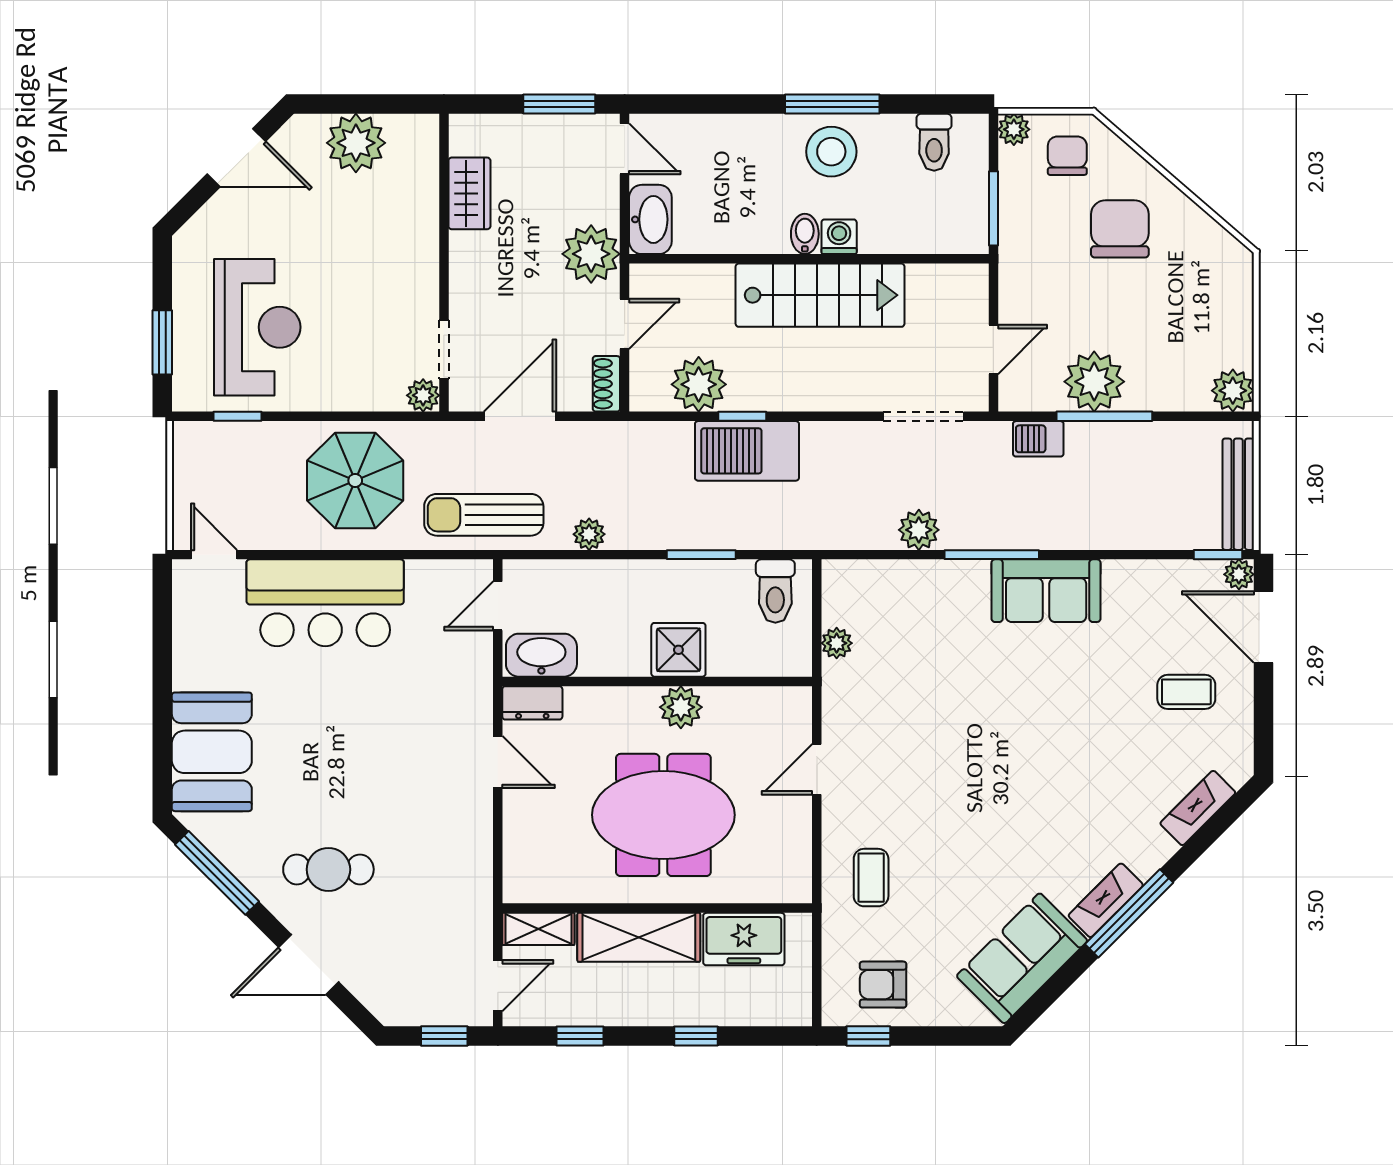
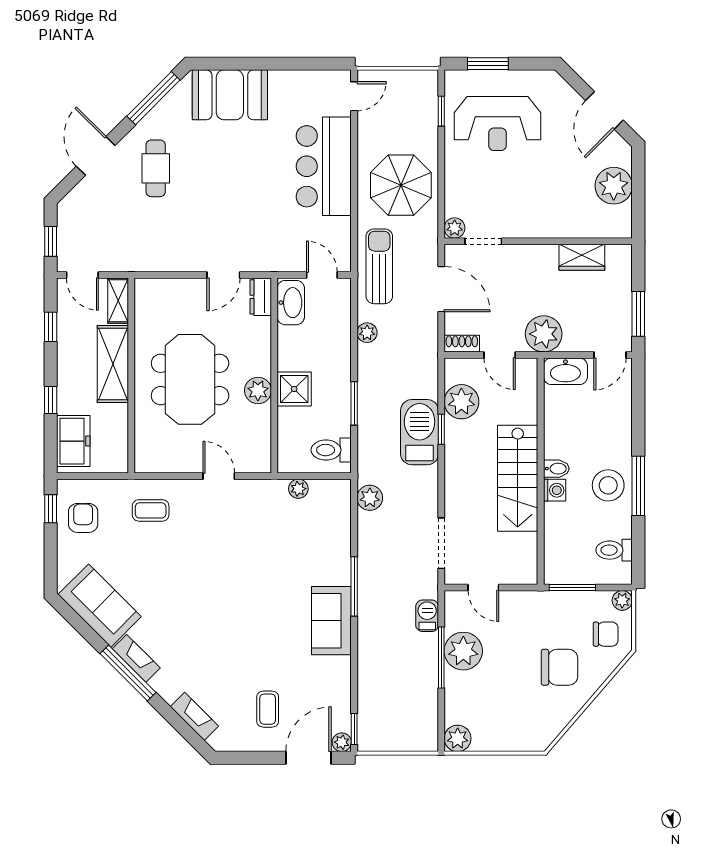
bench: (1238, 494) -> (392, 742), removed
plant: (919, 530) -> (370, 498), moved
freezer: (744, 939) -> (73, 441), moved, turned 180

